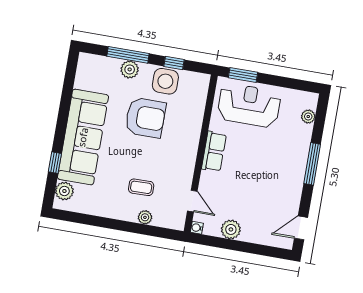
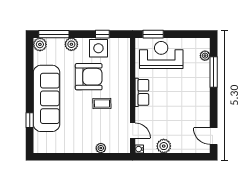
window: (128, 55) -> (54, 34), moved
window: (312, 164) -> (214, 72), moved
coffee table: (141, 187) -> (102, 104), moved
plant: (64, 191) -> (40, 44), moved
door: (301, 228) -> (214, 136), hinge flipped

